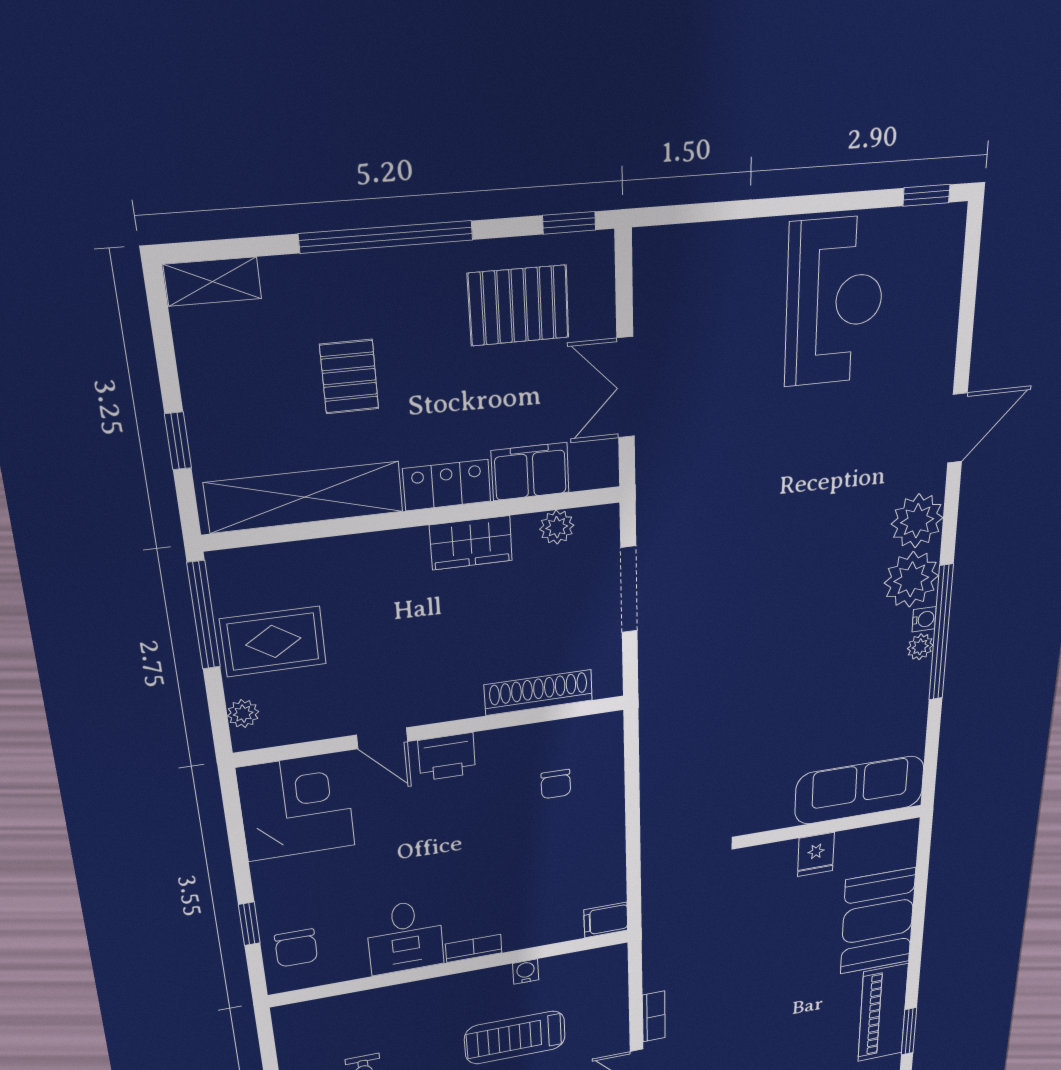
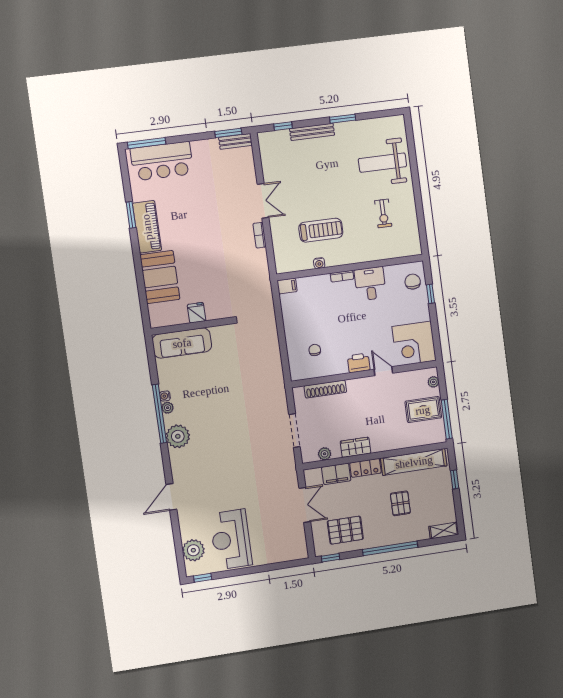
plant: (917, 521) -> (193, 550), moved
water cooler: (924, 619) -> (165, 396), moved

